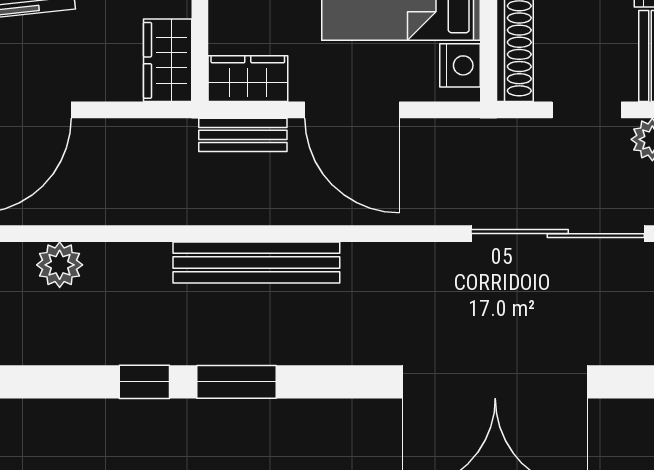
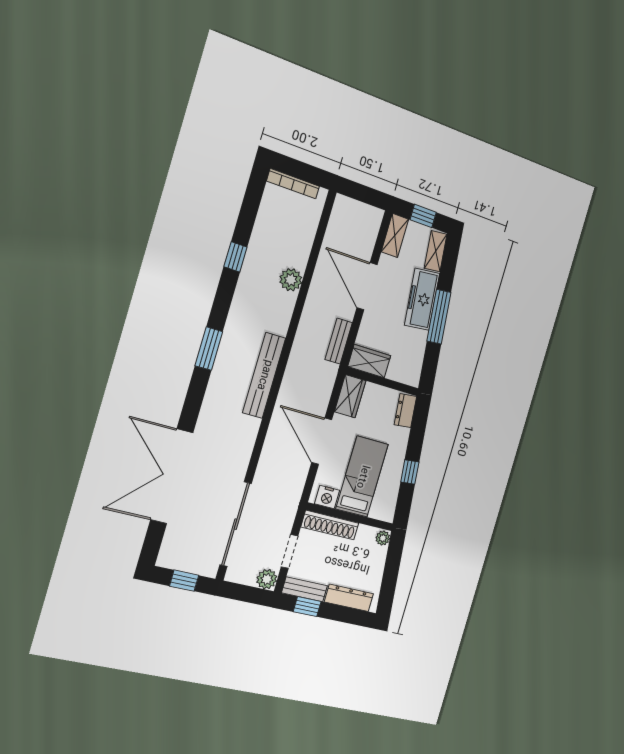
door: (352, 110) -> (322, 441), hinge flipped
bench: (243, 135) -> (339, 341), moved
window: (144, 382) -> (236, 257), moved

